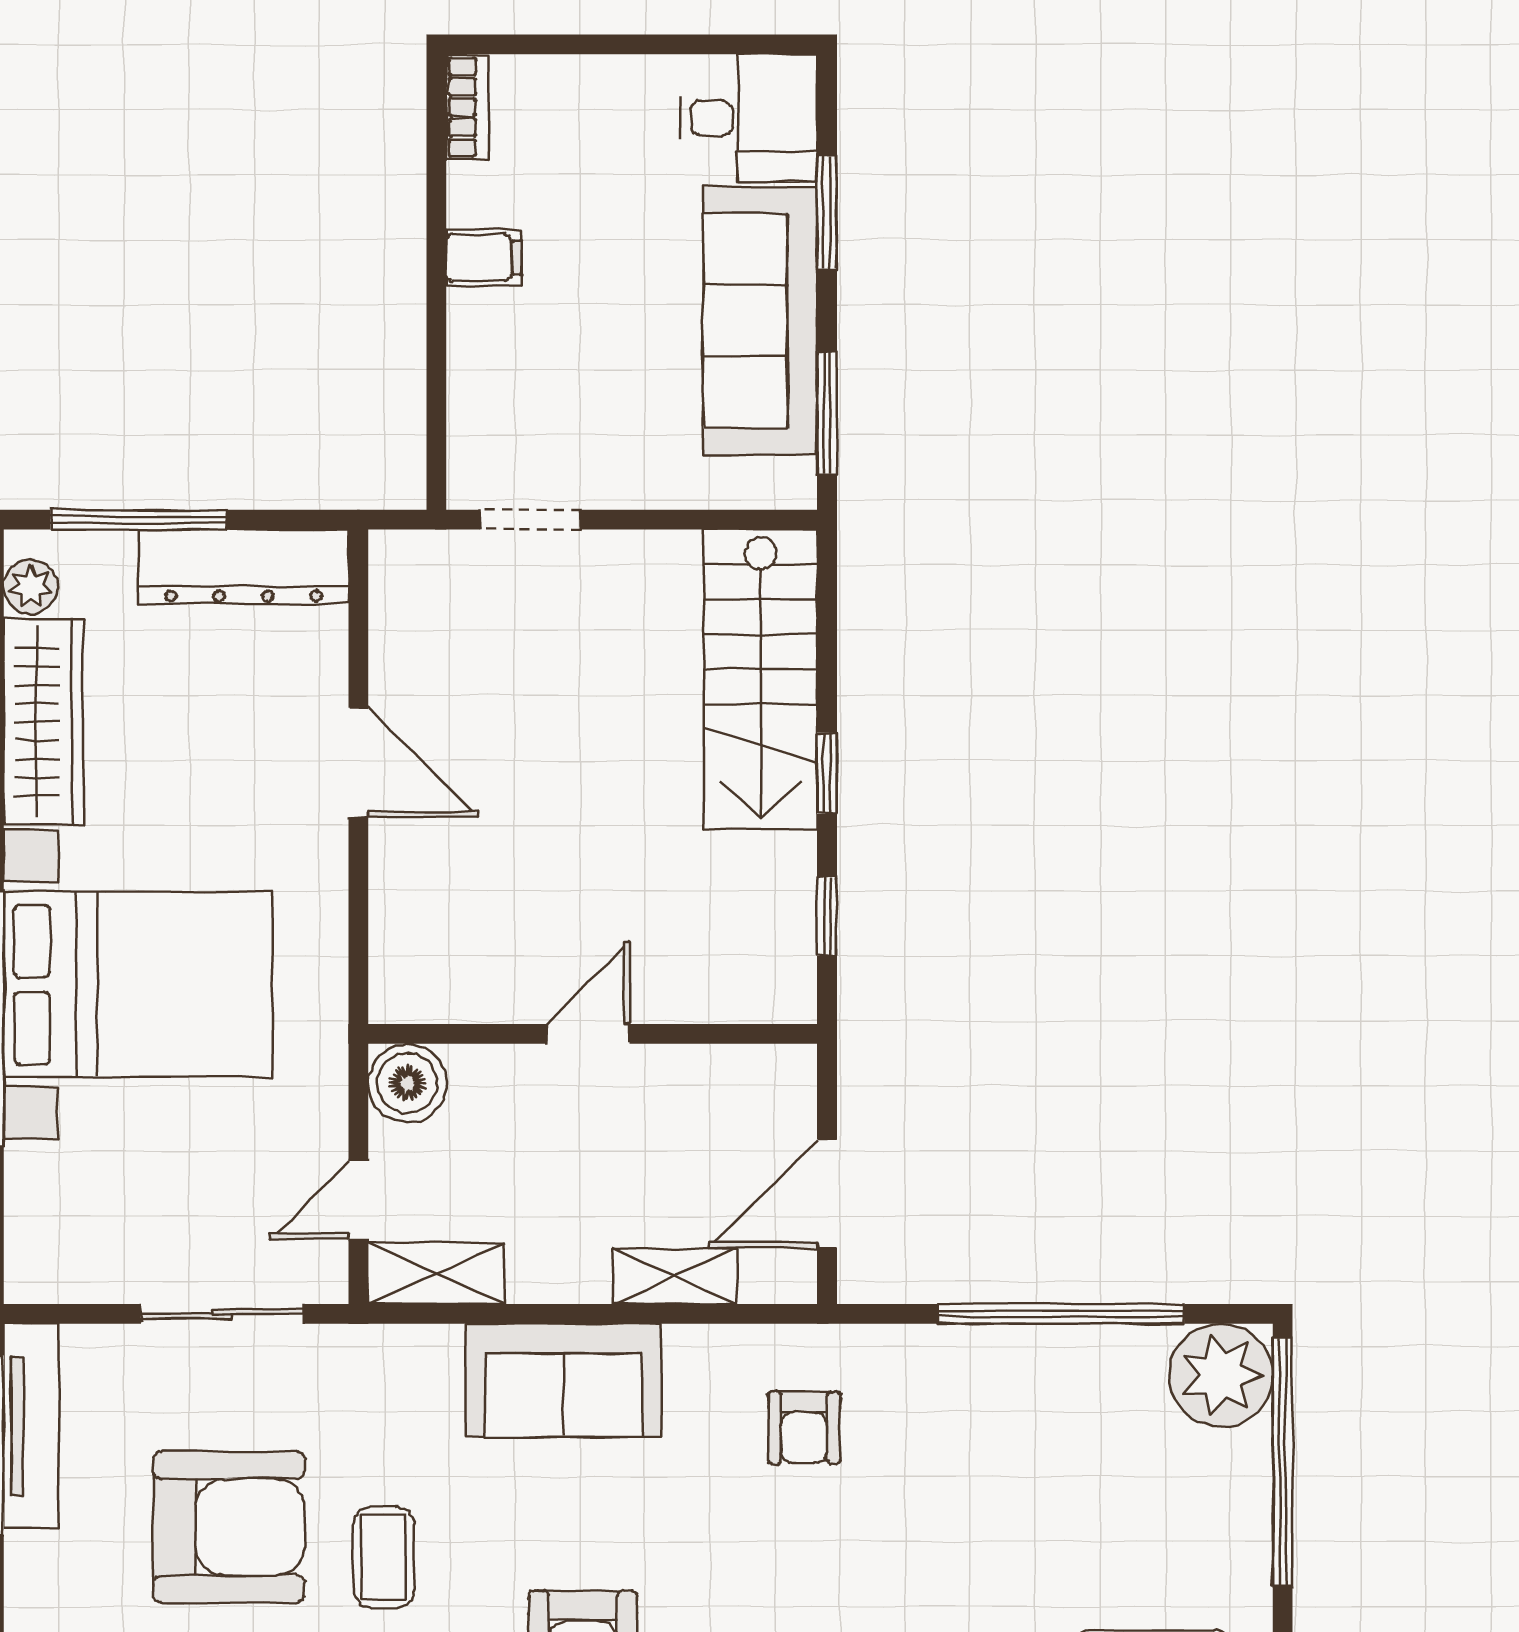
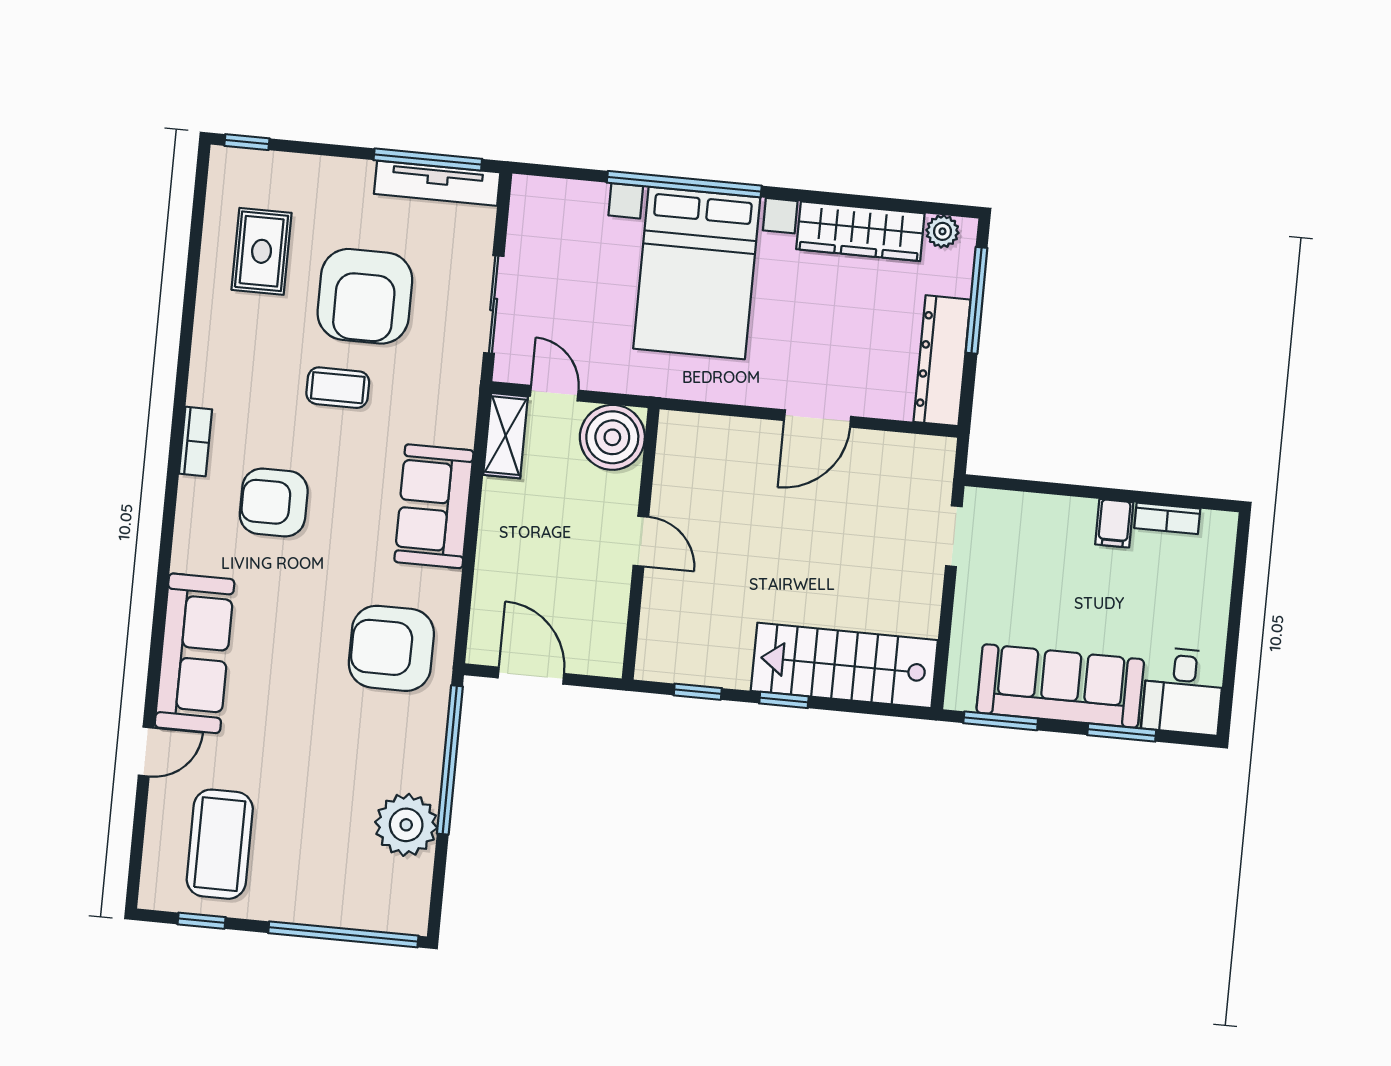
bookcase: (467, 107) -> (1167, 518), moved
boiler: (407, 1083) -> (612, 437), width x1.37, depth x1.37
shelving: (675, 1276) -> (490, 579), removed
window: (1061, 1314) -> (450, 760), moved
plant: (1221, 1375) -> (406, 825), moved
armchair: (804, 1428) -> (391, 648), width x1.88, depth x1.88

